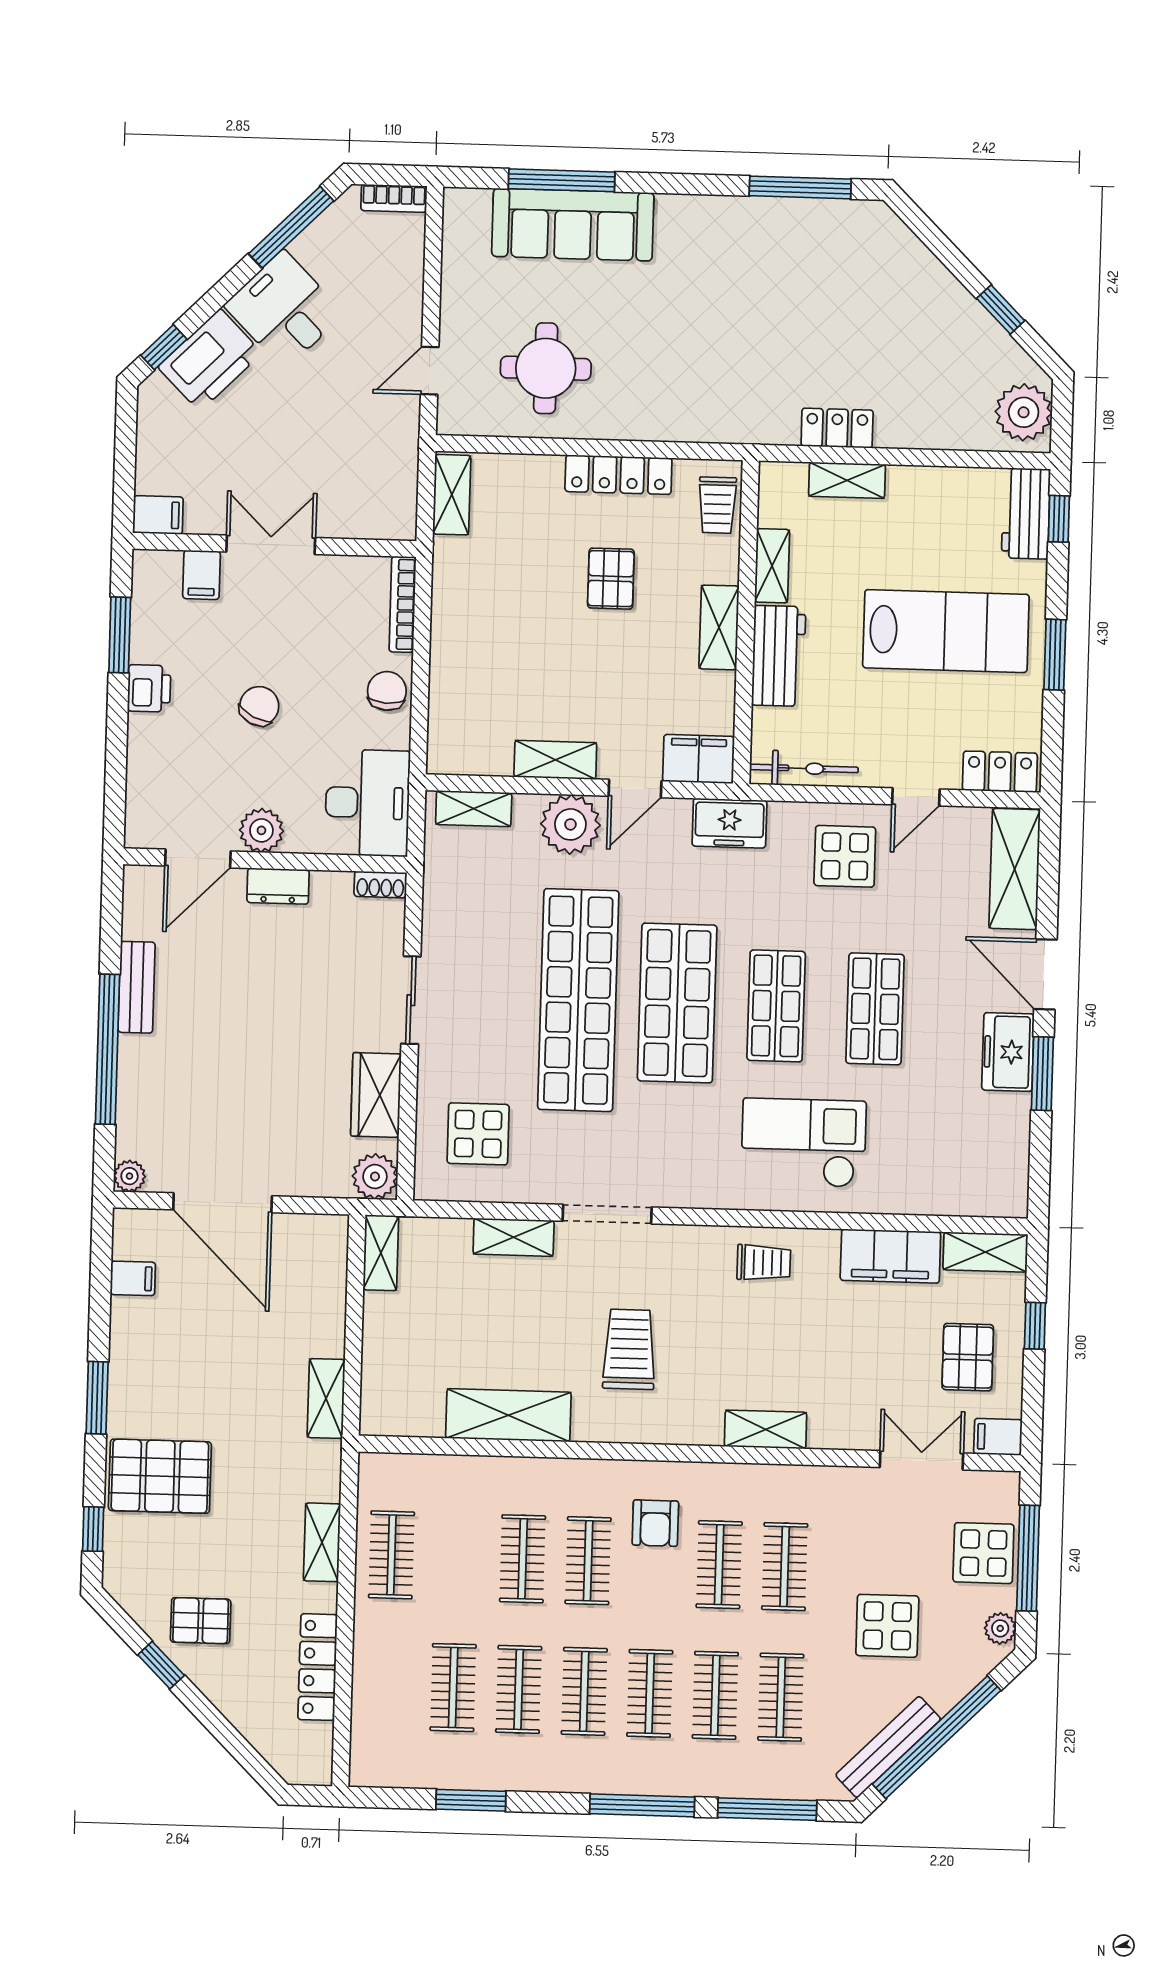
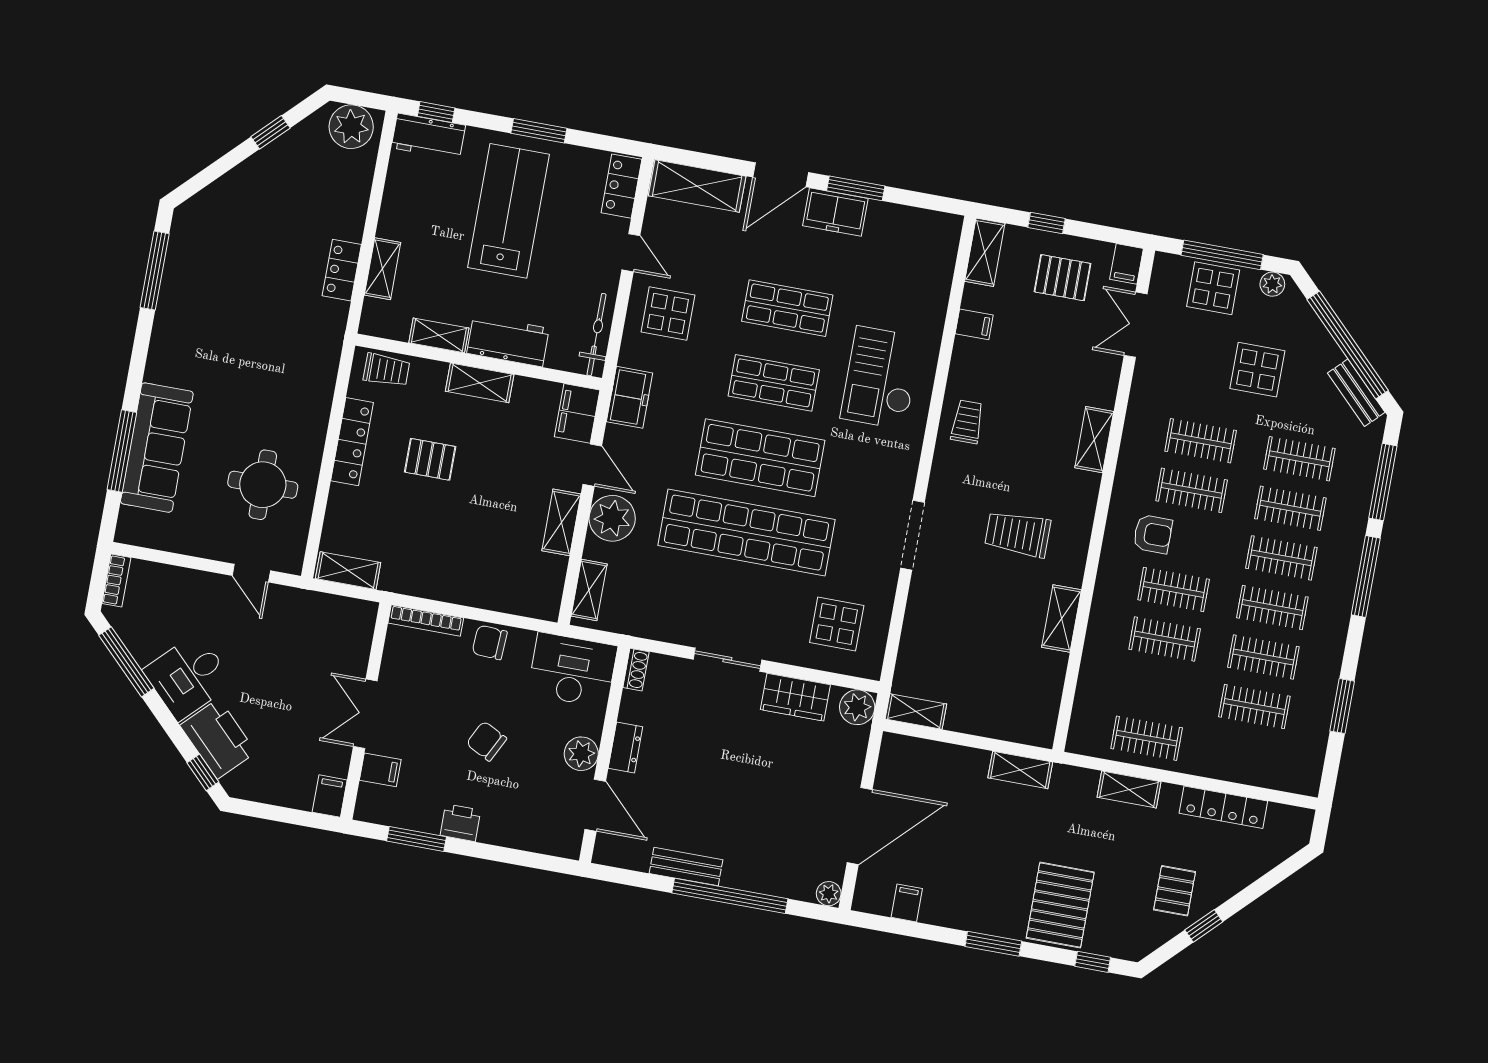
shelving: (514, 1237) -> (919, 609), removed
filing cabinet: (890, 1256) -> (974, 324), width x0.33, depth x0.86
shelving: (508, 1415) -> (1061, 618), width x0.67, depth x0.75
bench: (888, 1747) -> (1356, 393), width x0.73

